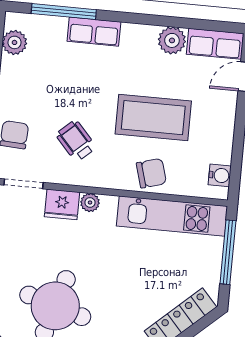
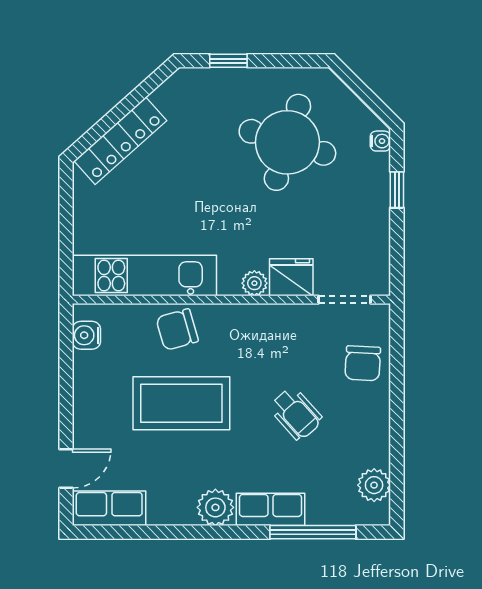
plant: (172, 40) -> (215, 507), moved
wheelchair: (76, 141) -> (296, 414), moved
window: (228, 252) -> (66, 235), removed

